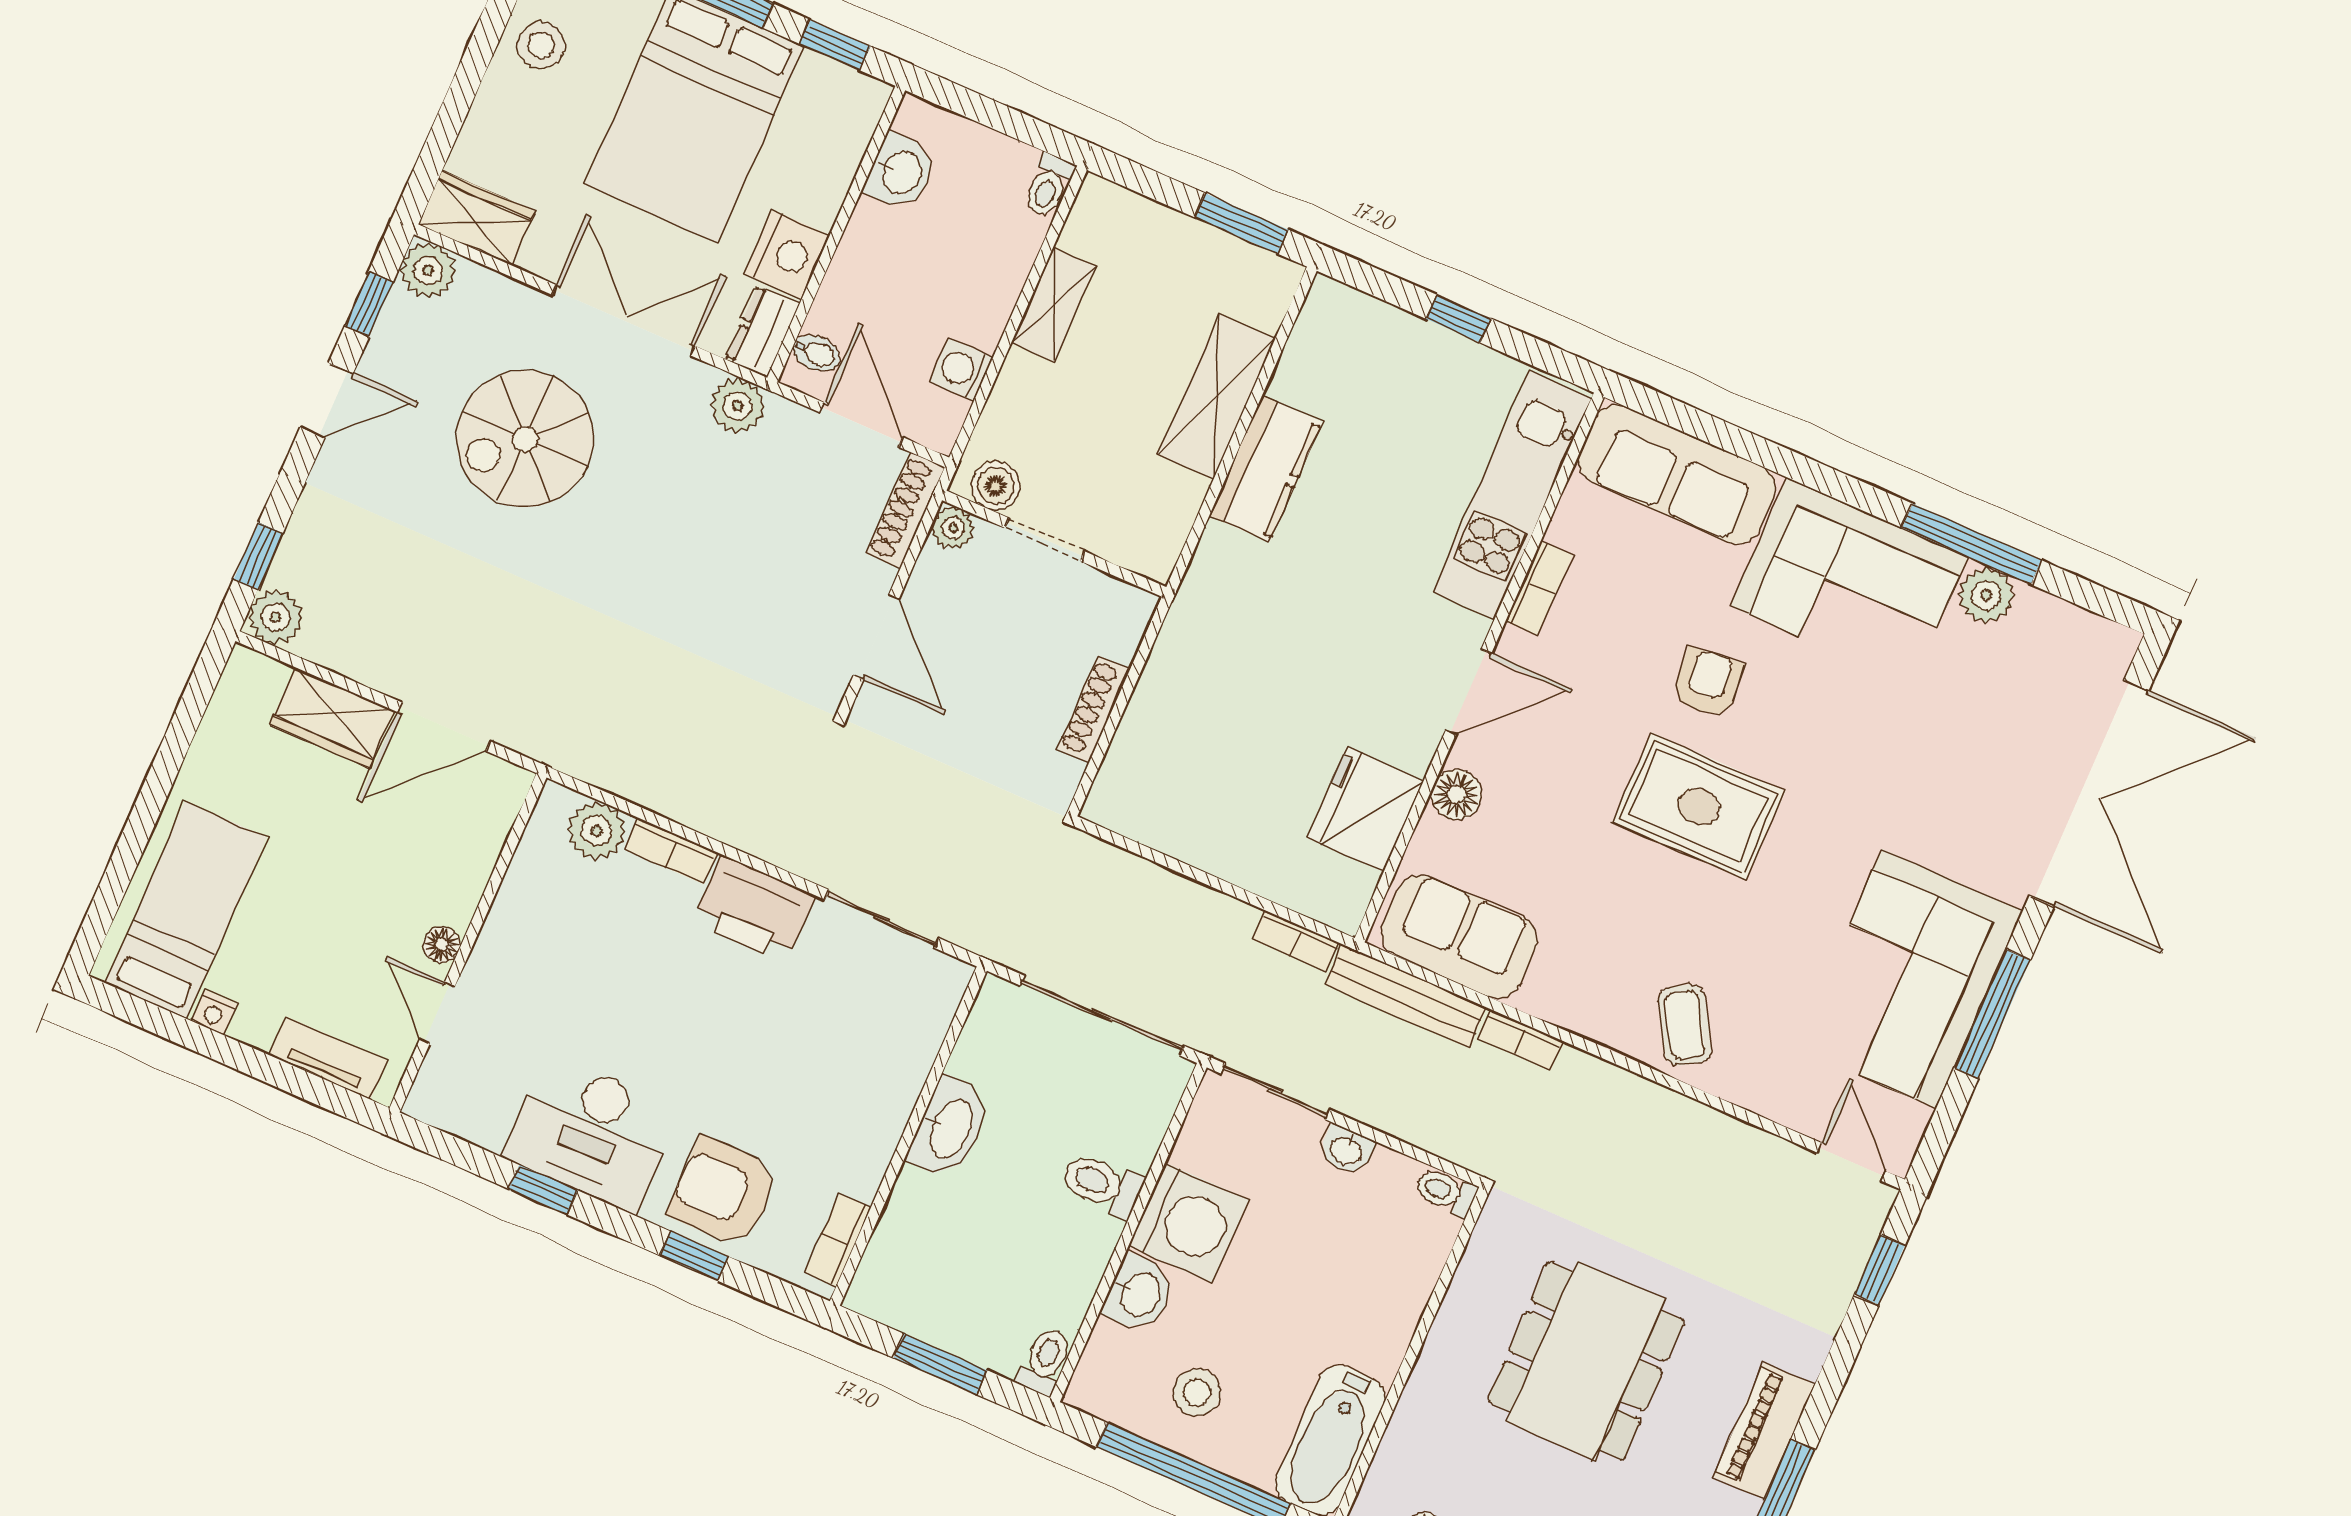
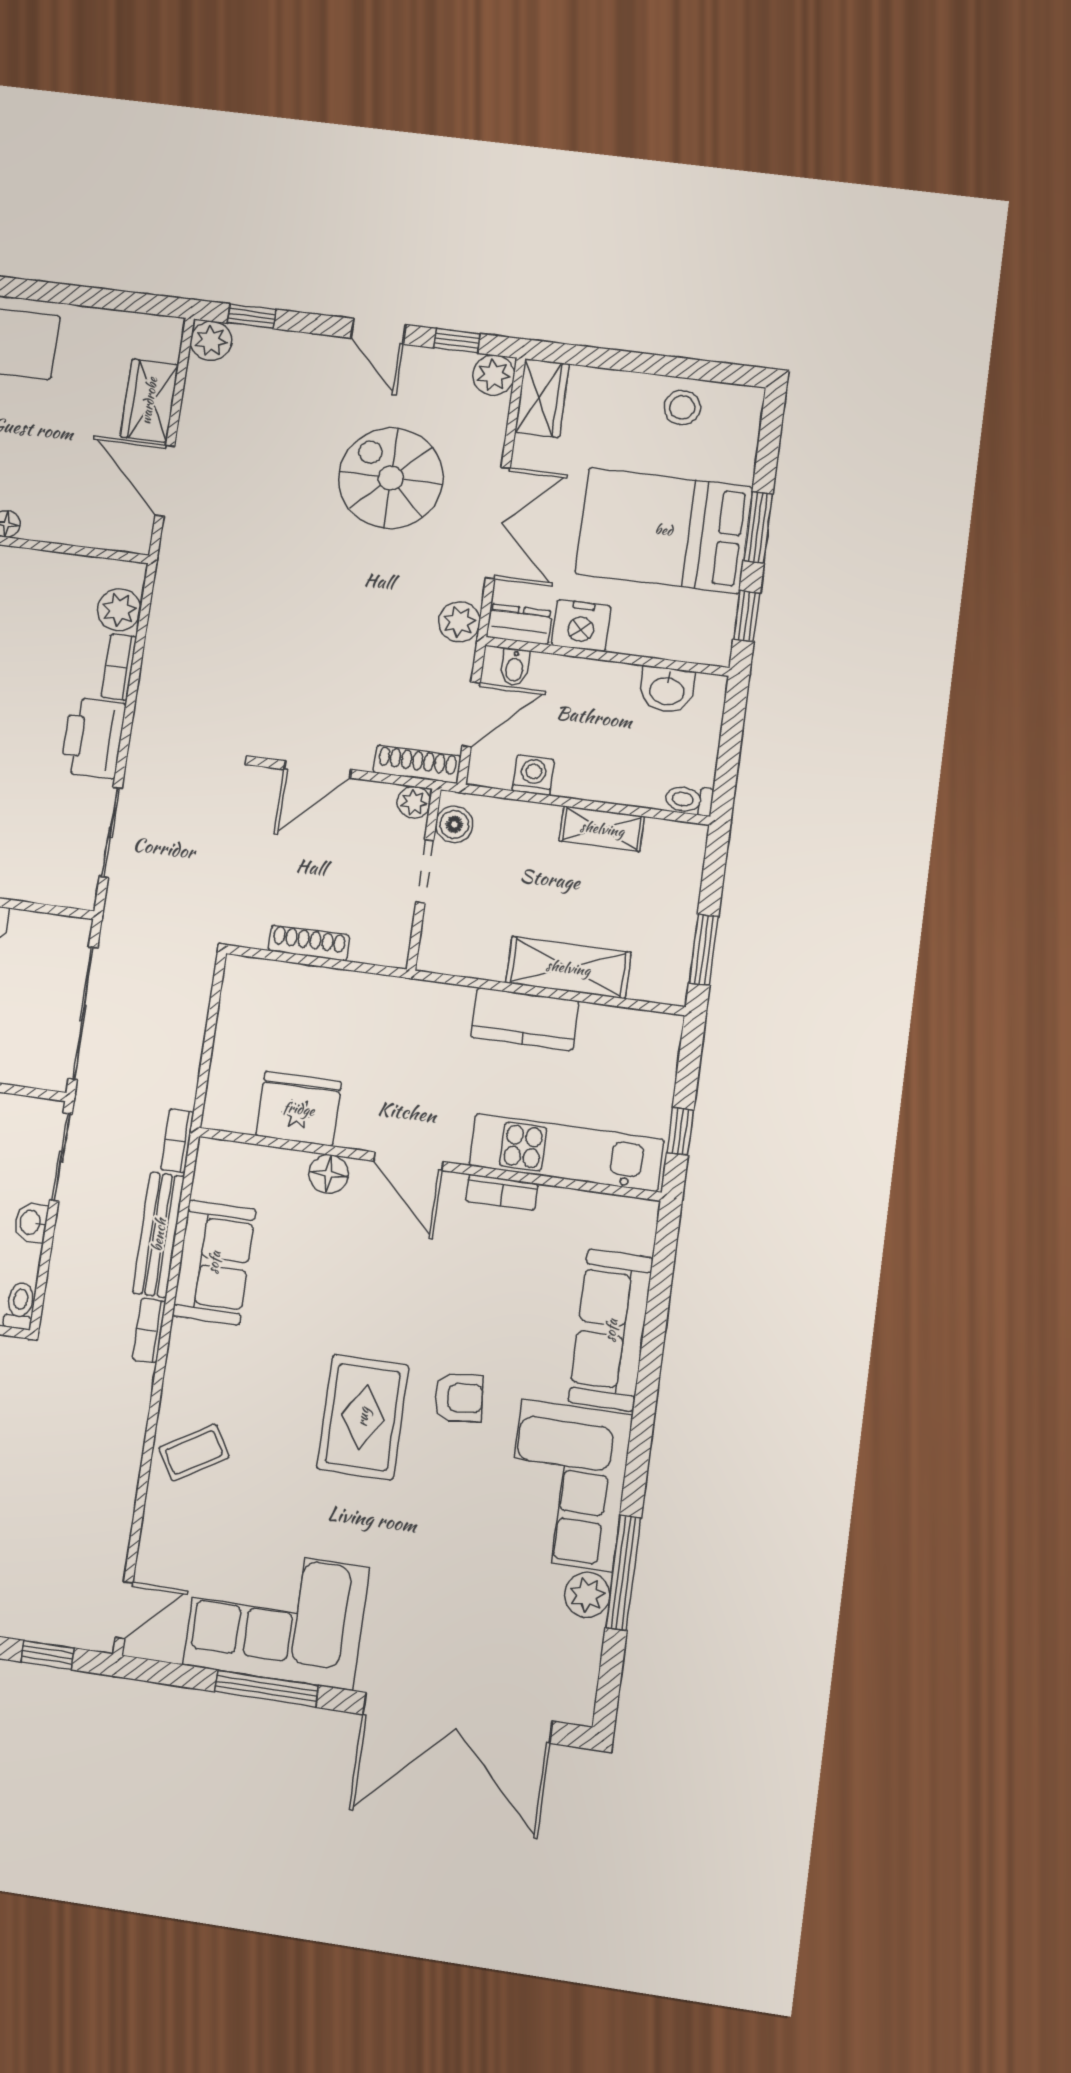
kitchen unit: (1512, 495) -> (566, 1152), moved
bookcase: (1539, 588) -> (502, 1192), moved
wall: (1479, 667) -> (429, 1164), moved
door: (1468, 692) -> (408, 1161), moved
floor lamp: (1457, 795) -> (329, 1174), moved
fridge: (1365, 809) -> (299, 1109), moved

